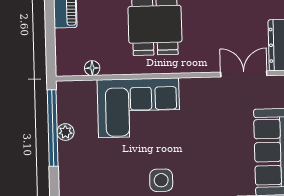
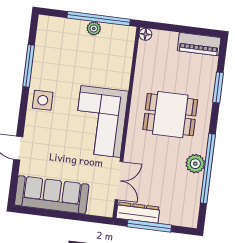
floor lamp: (92, 68) -> (145, 34), moved
corner sofa: (139, 108) -> (101, 121), moved

